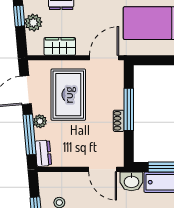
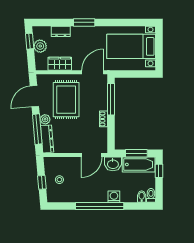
window: (129, 109) -> (111, 99), moved
dresser: (43, 153) -> (47, 139), width x1.44
door: (103, 169) -> (92, 155), hinge flipped

